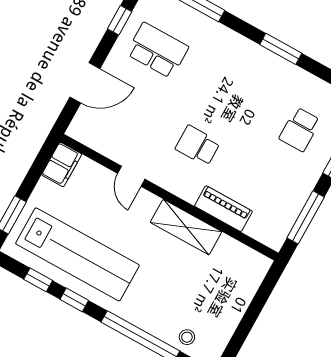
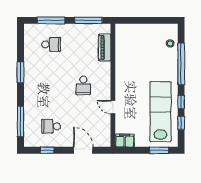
school desk: (157, 50) -> (51, 126), width x0.54
door: (131, 176) -> (113, 107), swing flipped
piano: (223, 209) -> (105, 47), moved
shelving: (186, 227) -> (122, 71), removed

